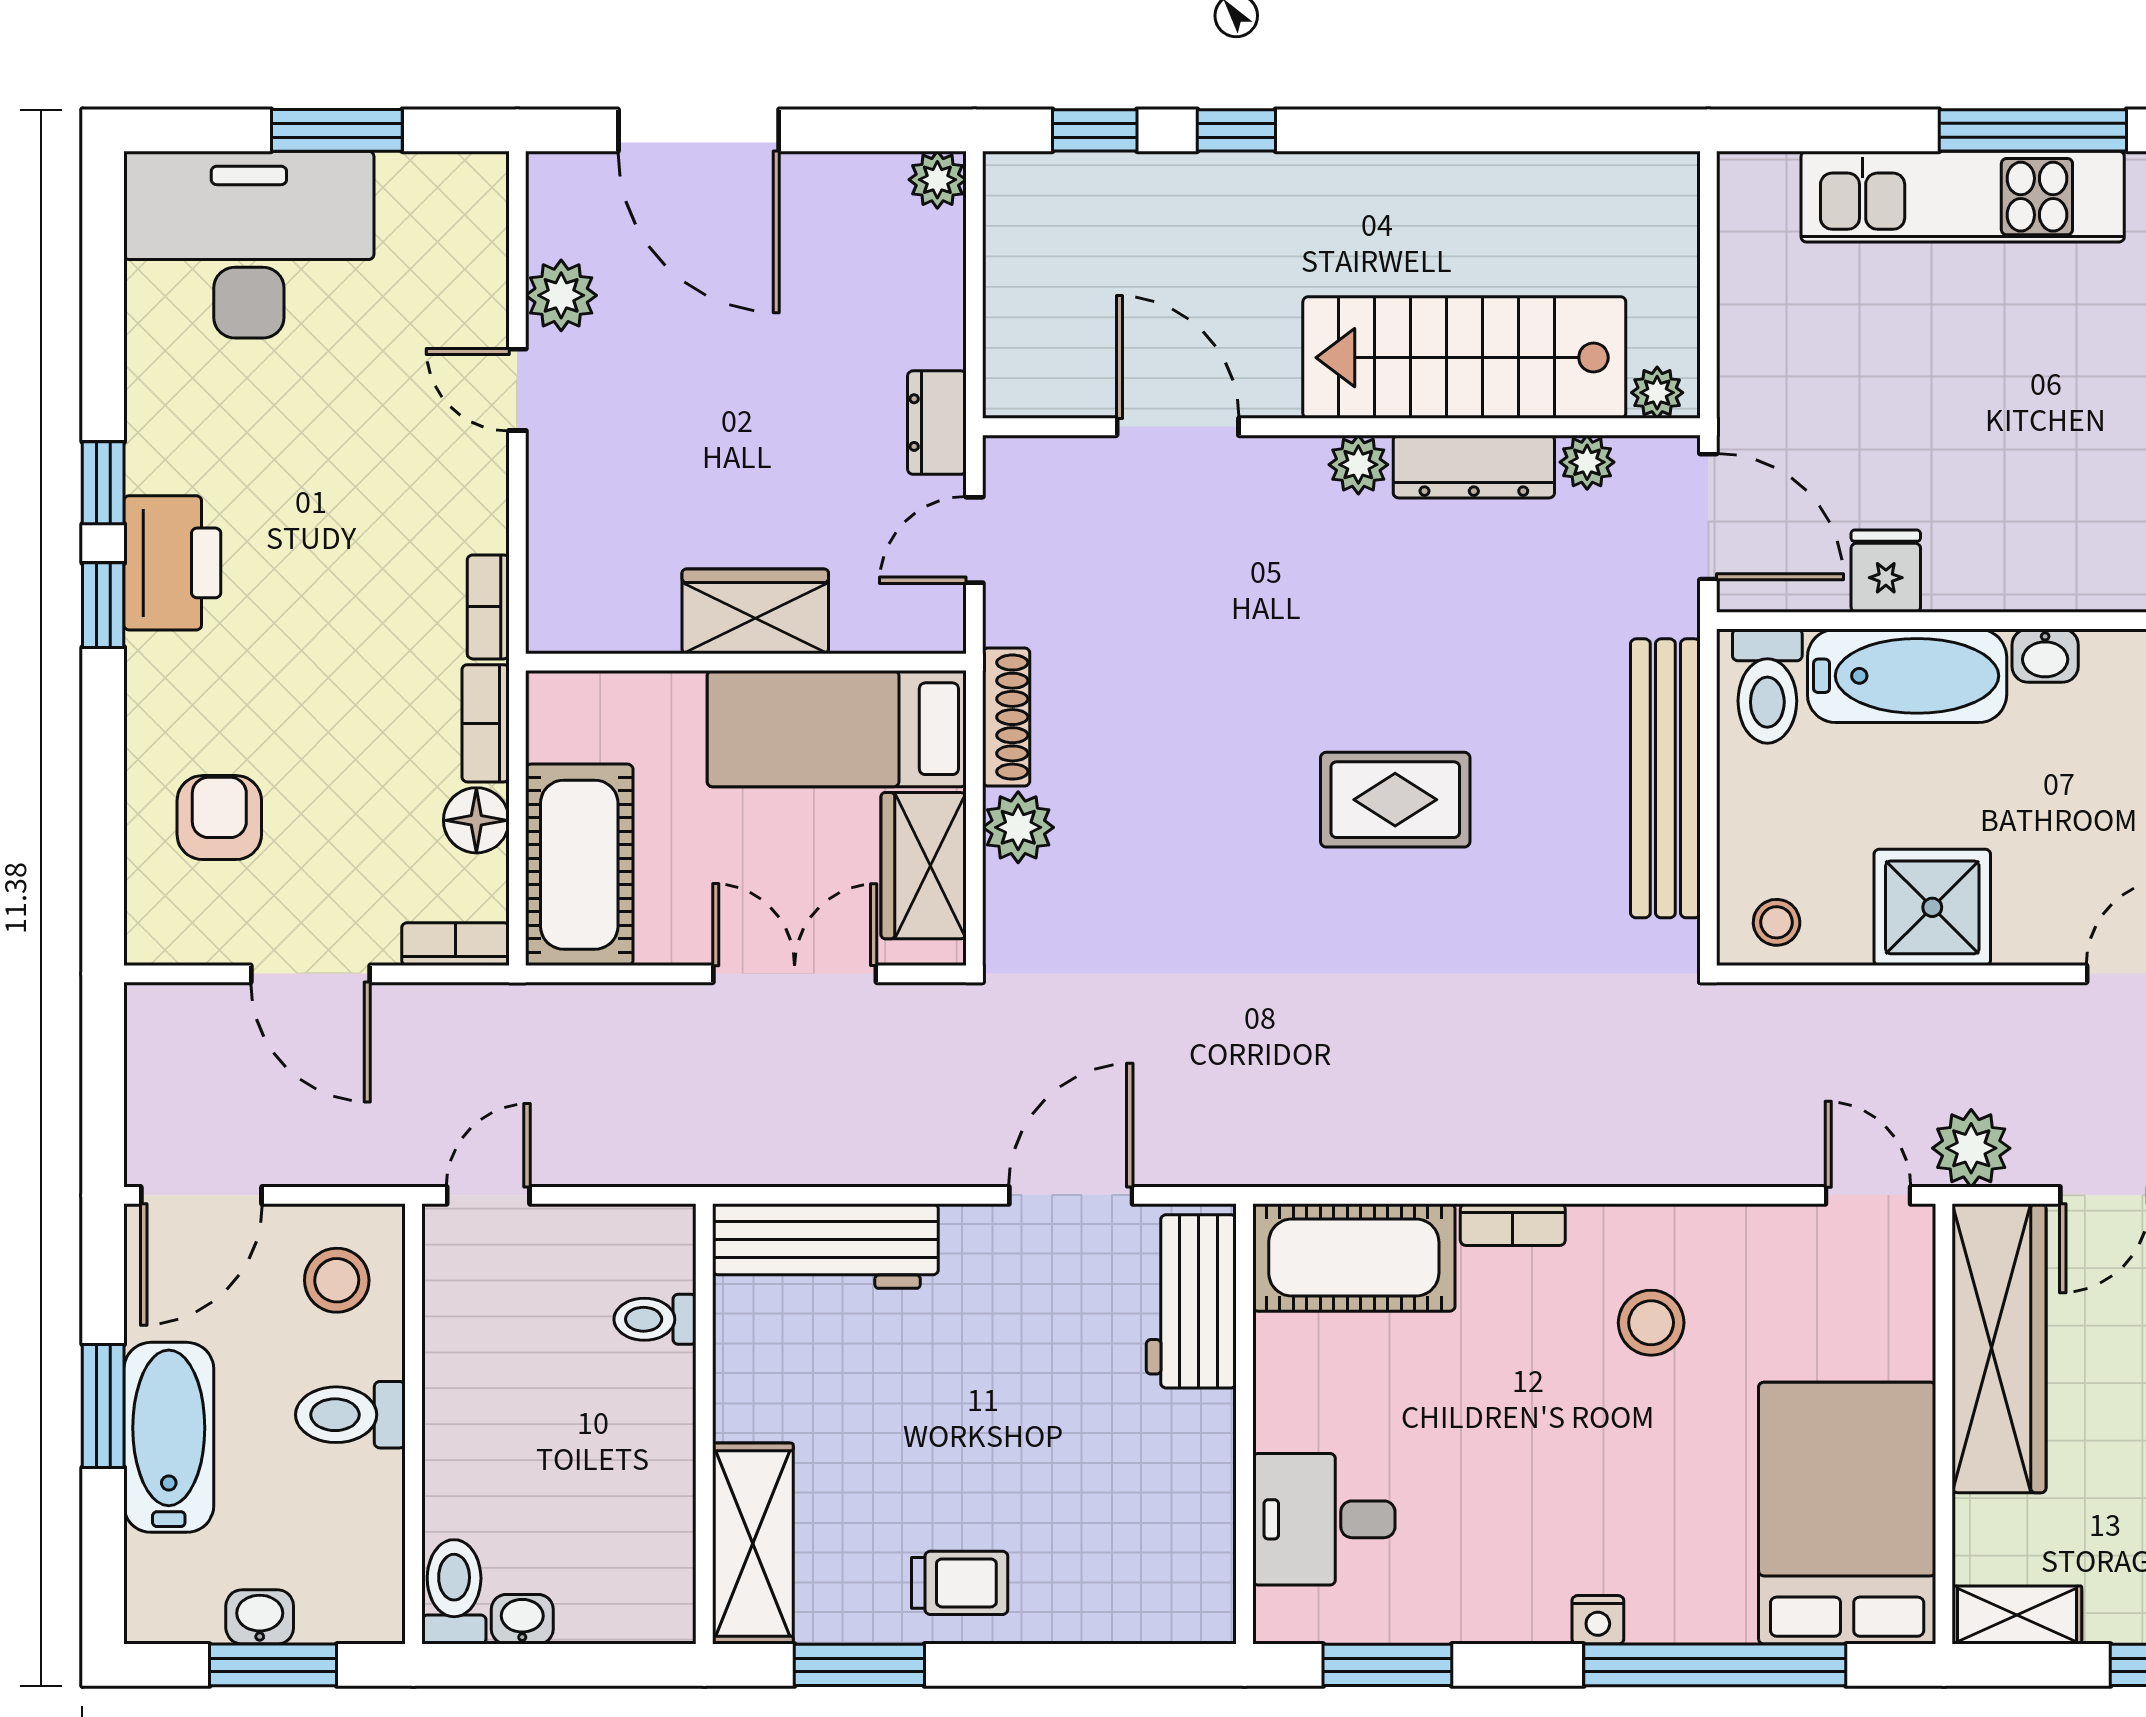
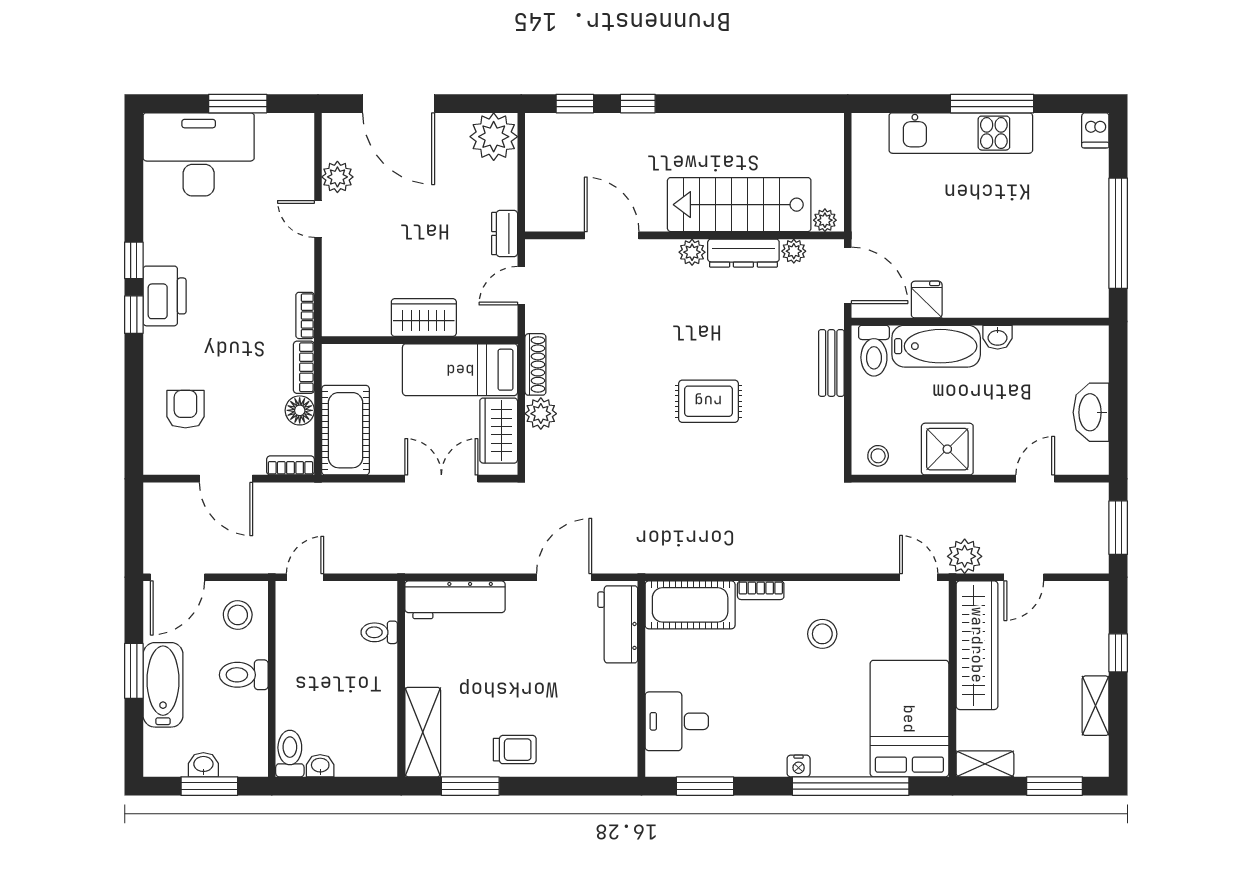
plant: (937, 180) -> (494, 137), width x1.87, depth x1.87
bench: (1665, 778) -> (831, 363), width x0.54, depth x0.82

